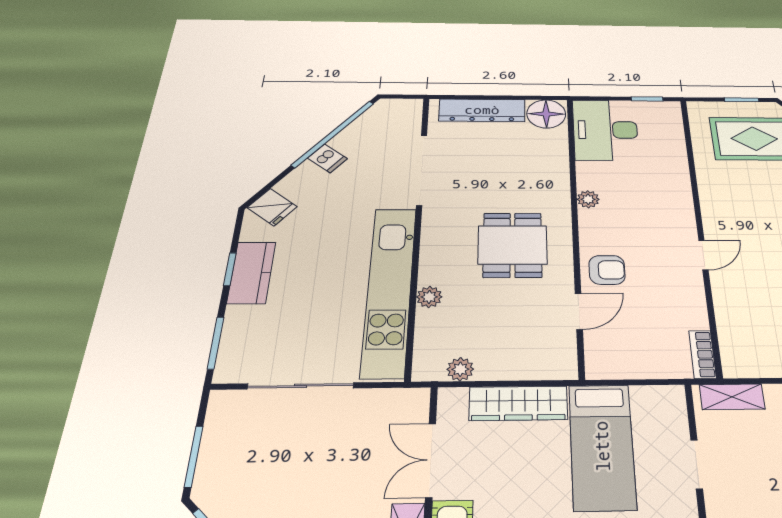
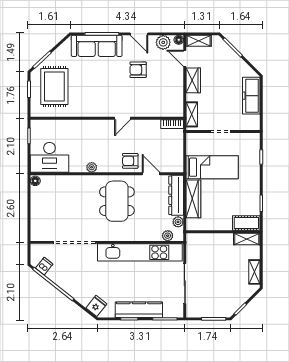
dresser: (482, 110) -> (176, 195), moved, turned 180
floor lamp: (546, 114) -> (35, 181), width x0.53, depth x0.53
dishwasher: (327, 158) -> (44, 266), moved
dining table: (512, 245) -> (117, 201), width x1.38
door: (703, 255) -> (122, 118), swing flipped
armchair: (607, 270) -> (130, 161), turned -90
kitchen counter: (252, 273) -> (139, 310), width x1.50
plant: (429, 297) -> (168, 236), moved
double door: (431, 460) -> (217, 232), removed

